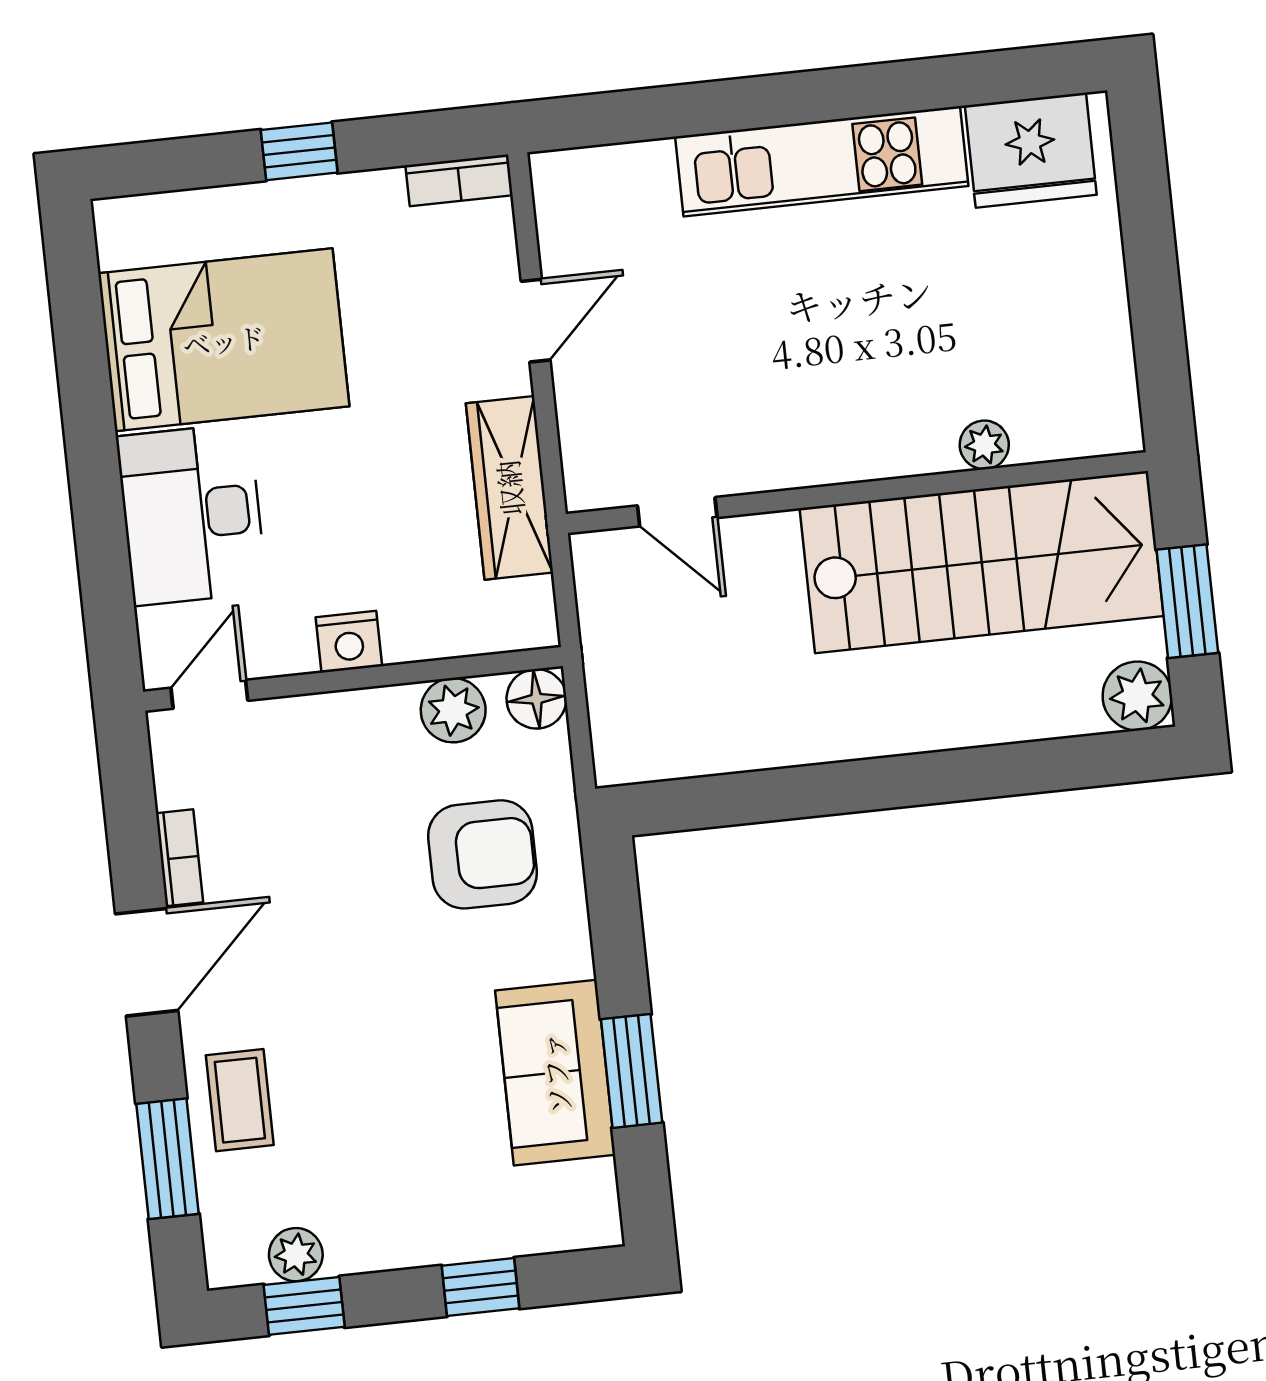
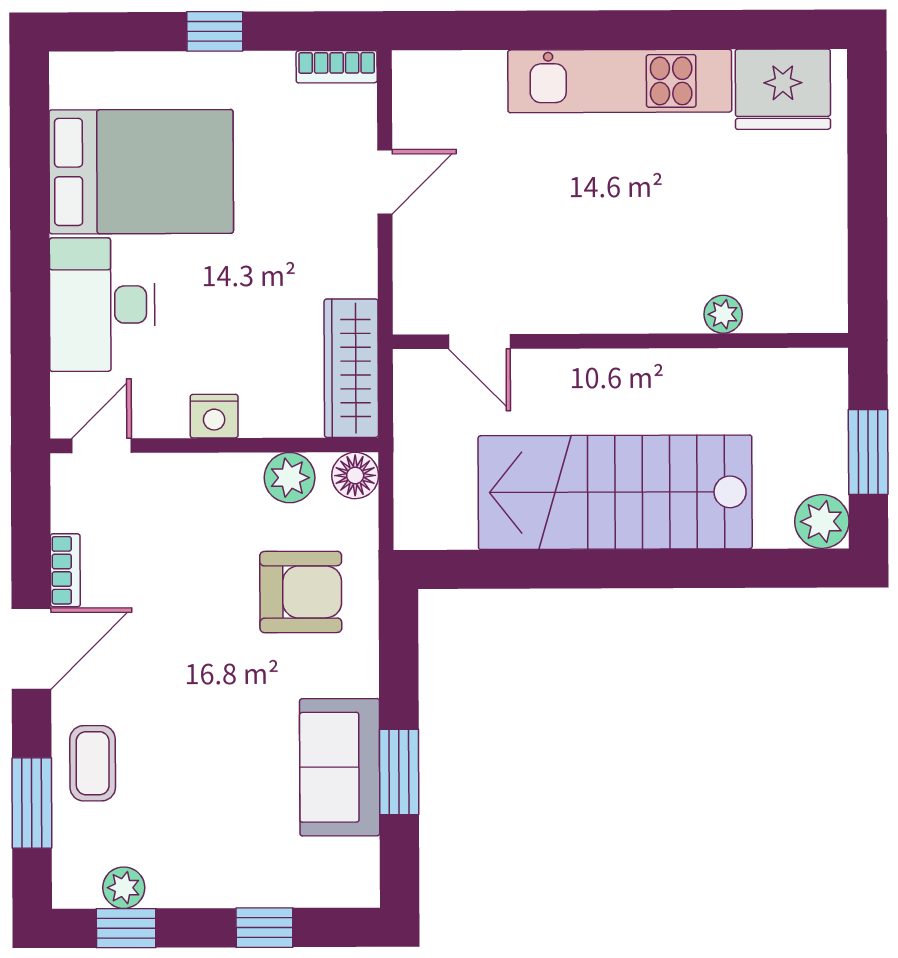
wardrobe: (509, 488) -> (351, 368), moved
stairs: (982, 562) -> (615, 492), moved, turned 180

